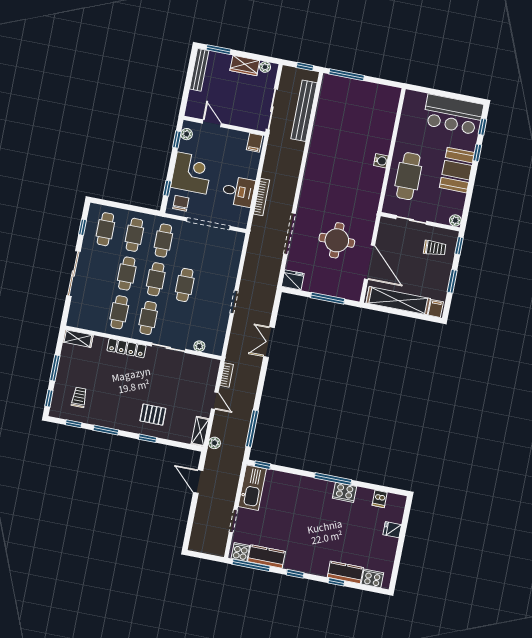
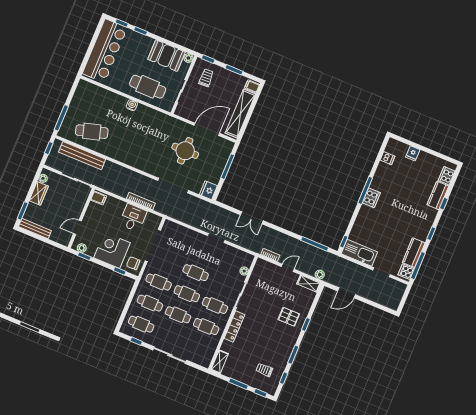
bar counter: (453, 114) -> (105, 51), width x1.36
cafe table: (337, 117) -> (92, 132), added
booth: (457, 170) -> (166, 56), moved
pallet: (153, 415) -> (289, 317), turned 90
cooker: (344, 492) -> (371, 198), moved

